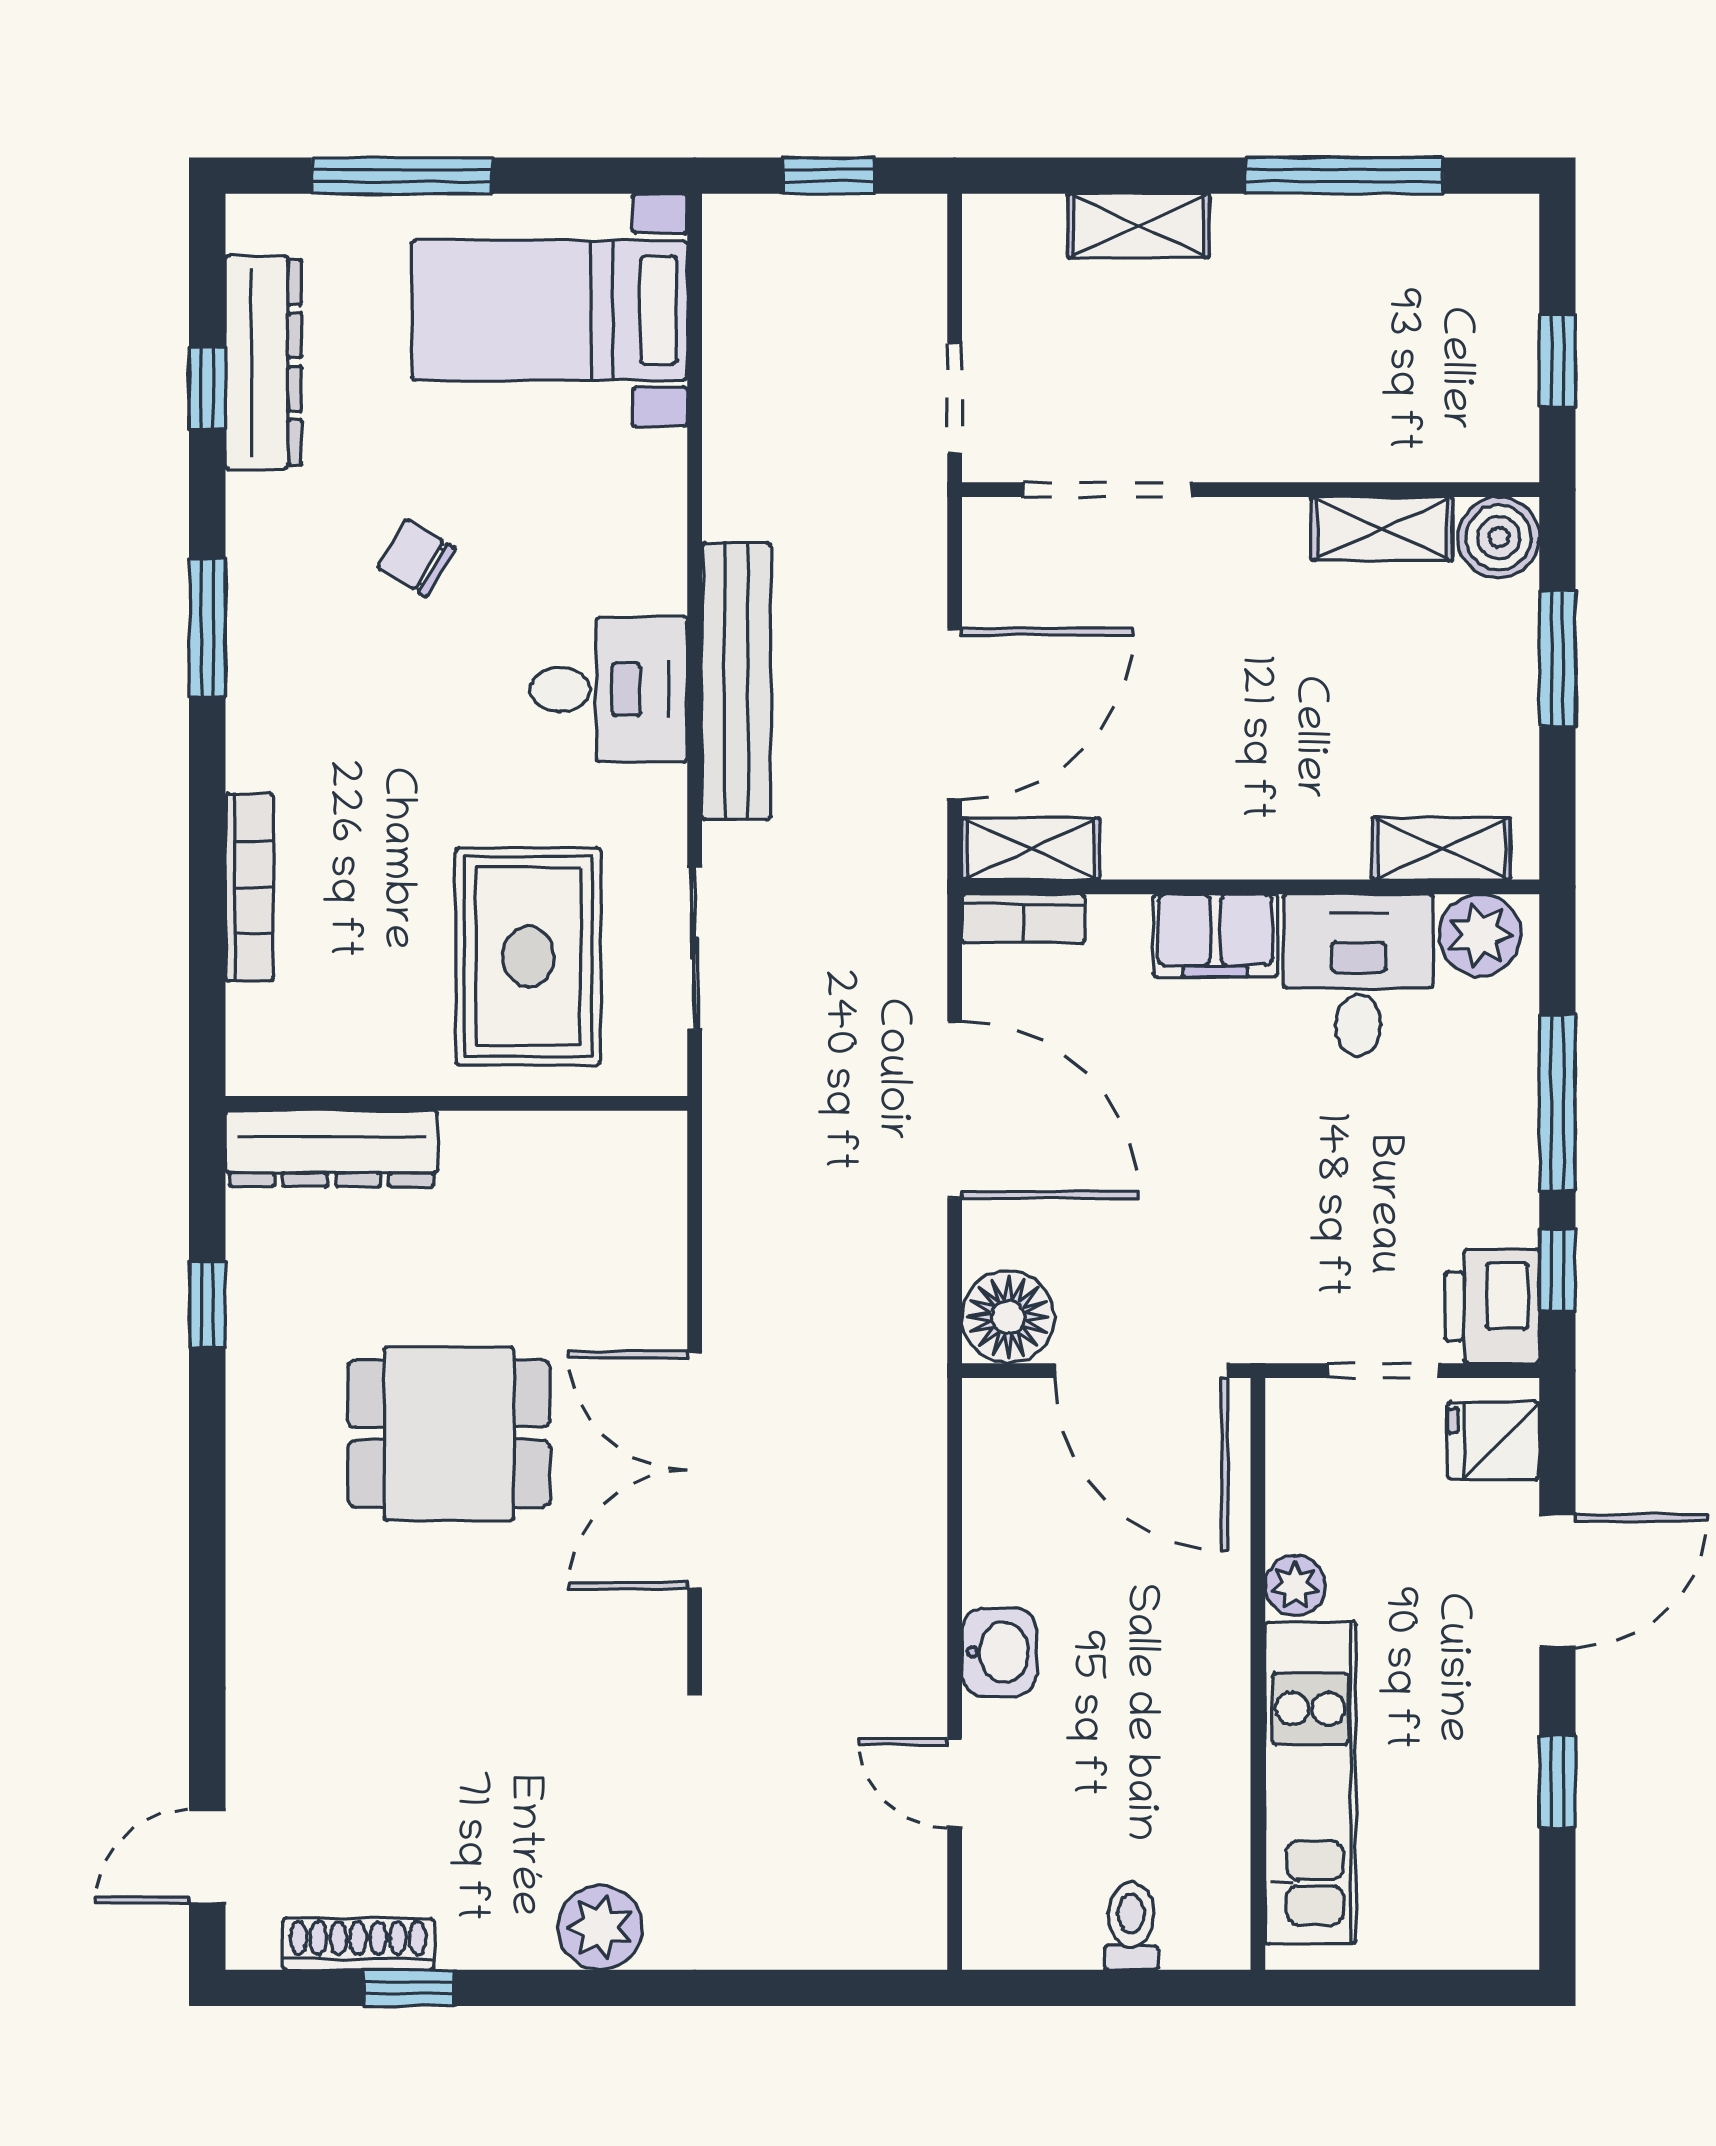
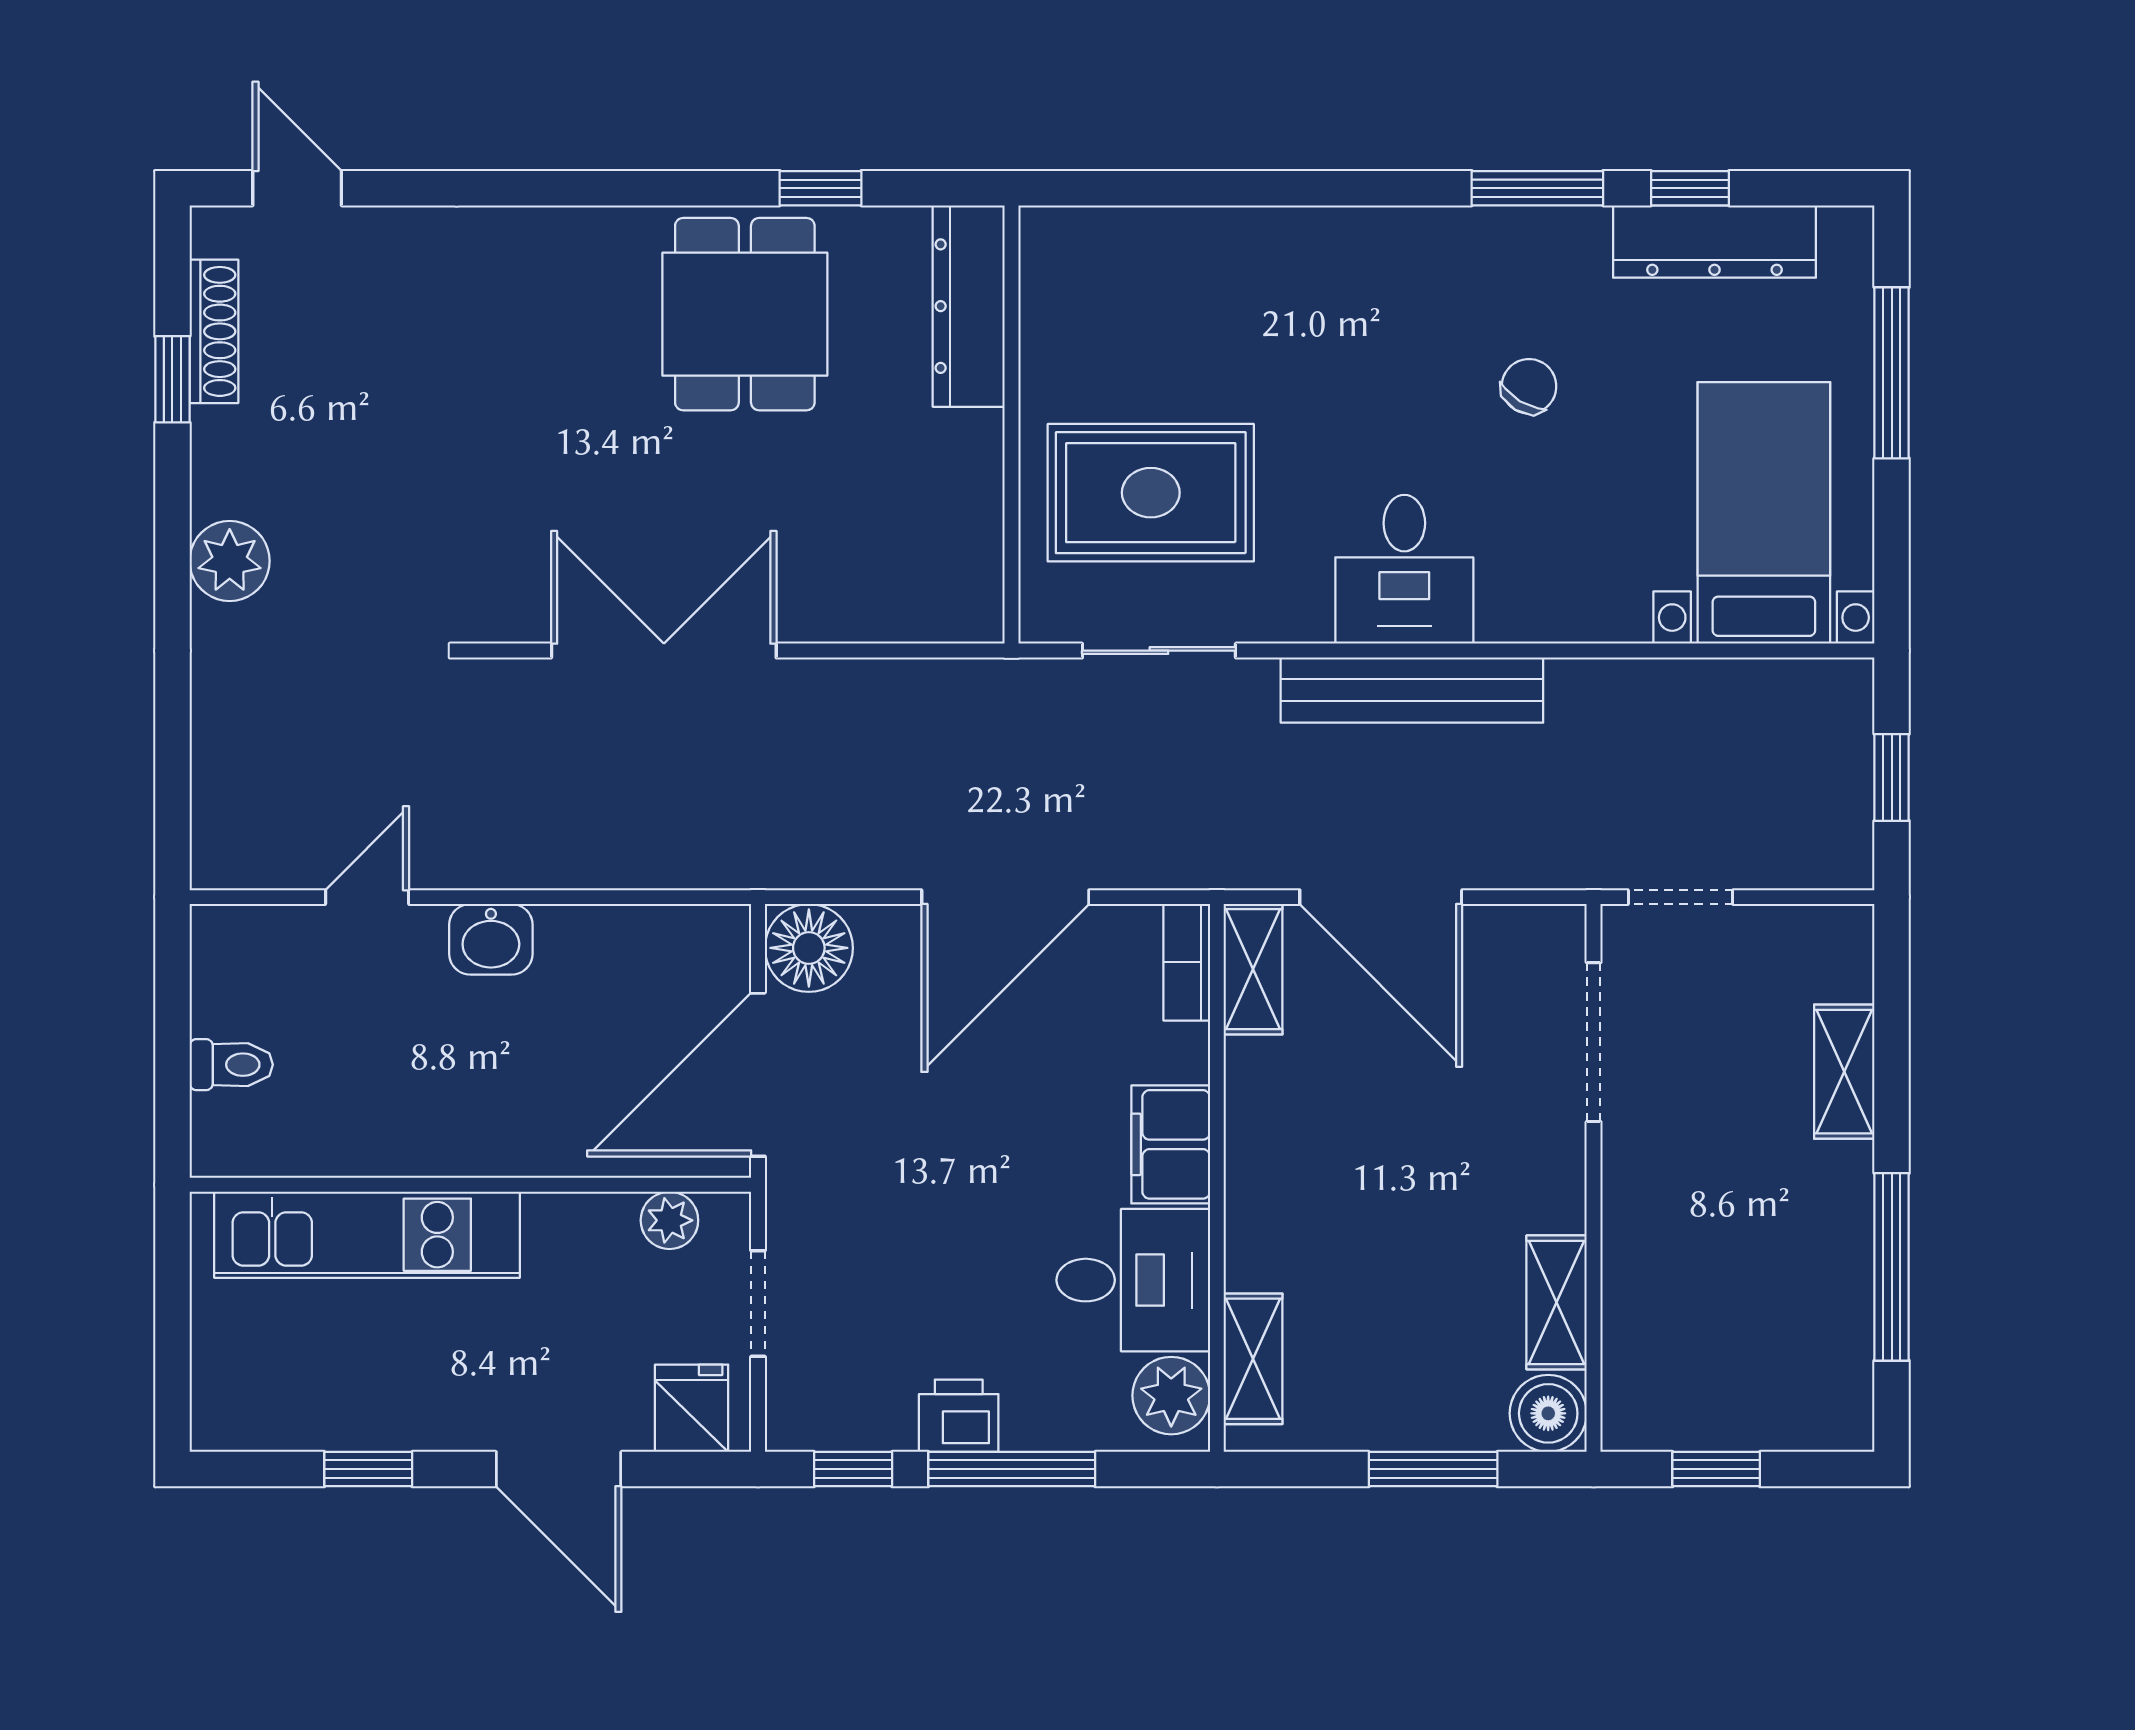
window: (207, 628) -> (1537, 188), moved
bookcase: (249, 887) -> (1217, 228), removed
printer: (1492, 1306) -> (959, 1416), moved, width x0.73, depth x0.81
dining table: (449, 1434) -> (745, 314), moved
plant: (1295, 1586) -> (669, 1220), moved

